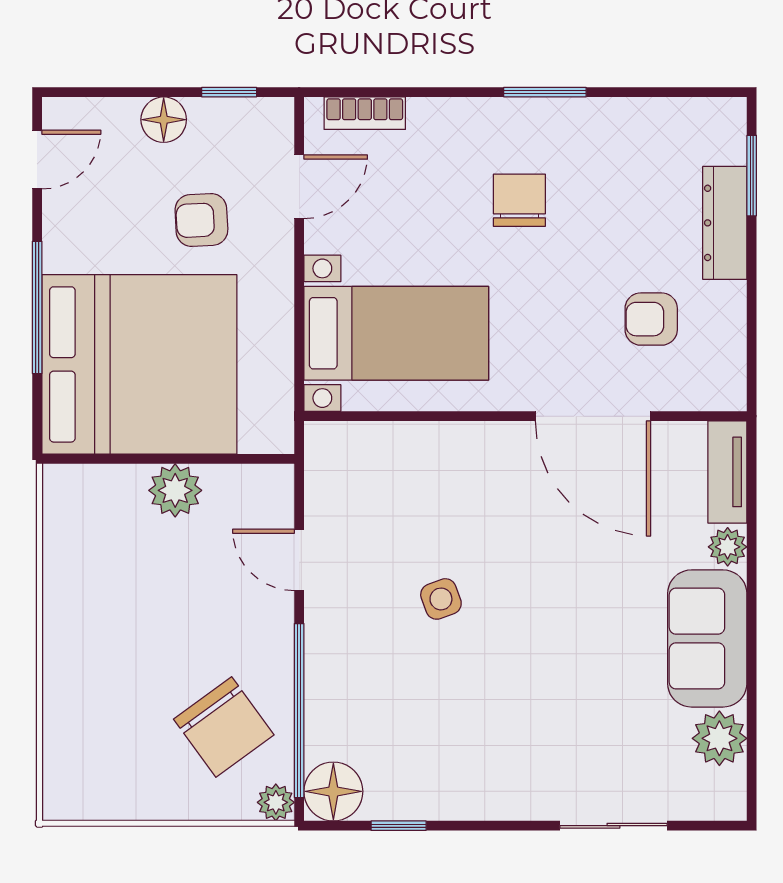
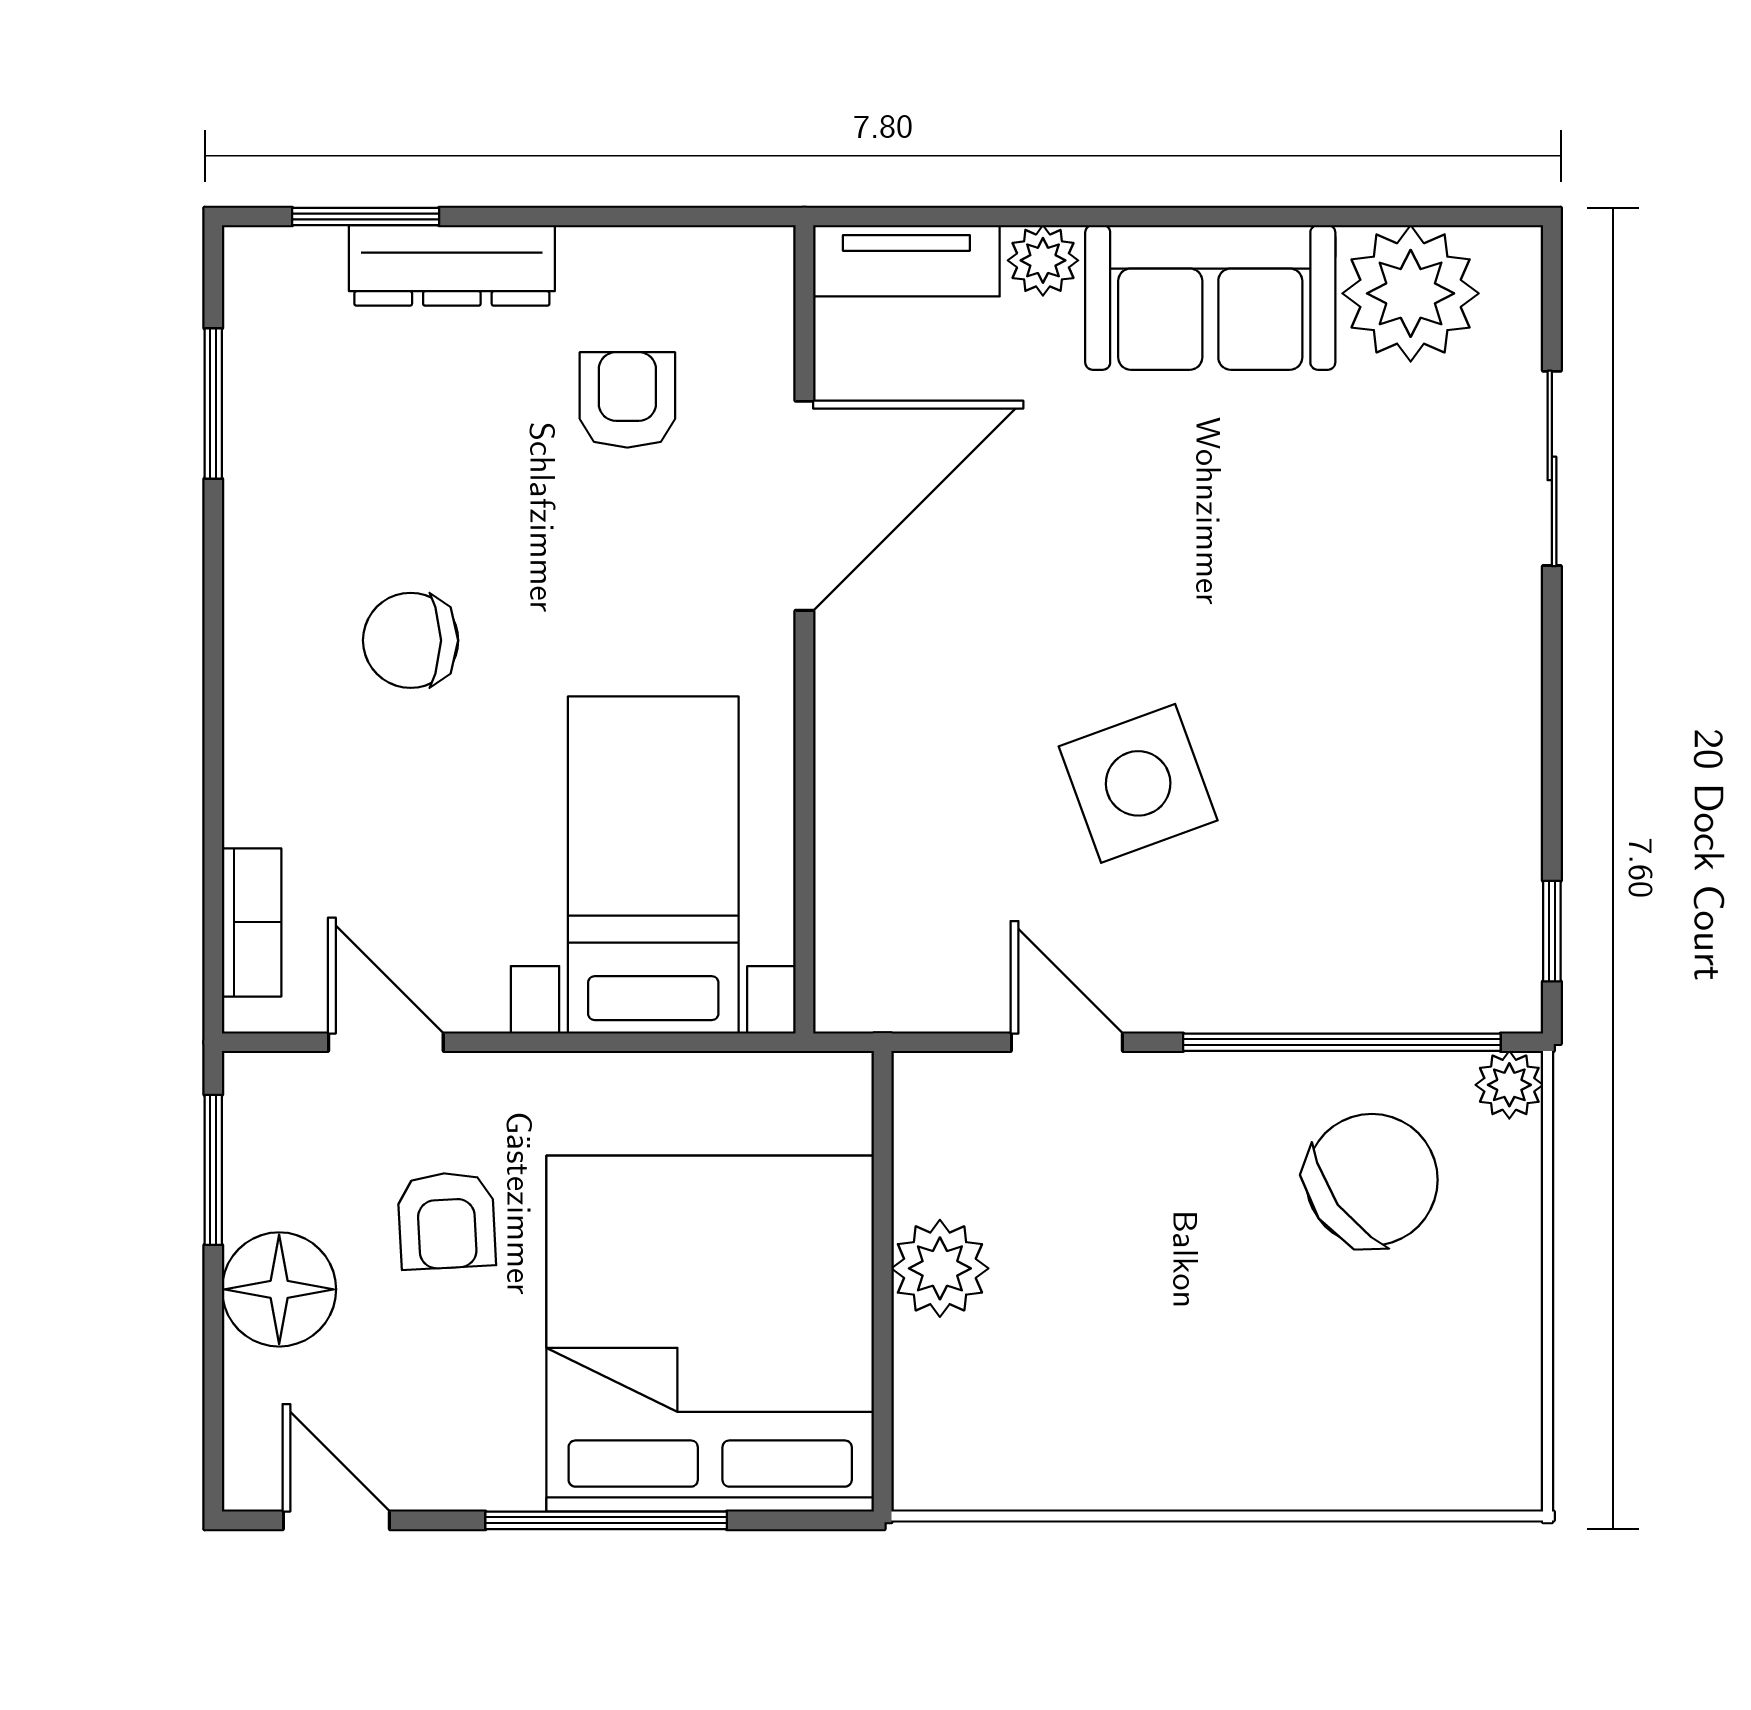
window: (229, 92) -> (213, 1170), width x1.50
window: (545, 92) -> (213, 404), moved
floor lamp: (164, 120) -> (279, 1289), width x1.38, depth x1.38
armchair: (651, 319) -> (627, 400), turned 180
door: (299, 560) -> (1067, 1042), swing flipped
side table: (441, 599) -> (1138, 783), width x1.87, depth x1.87
plant: (719, 738) -> (1411, 293), width x1.36, depth x1.36
floor lamp: (333, 791) -> (1489, 980), removed
window: (399, 826) -> (1552, 931), moved

